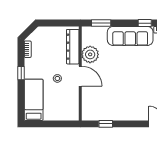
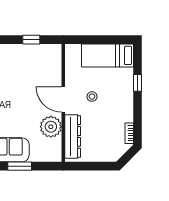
window: (101, 23) -> (20, 166), moved
window: (21, 73) -> (138, 83), moved
bed: (34, 100) -> (107, 55), moved, turned 90

